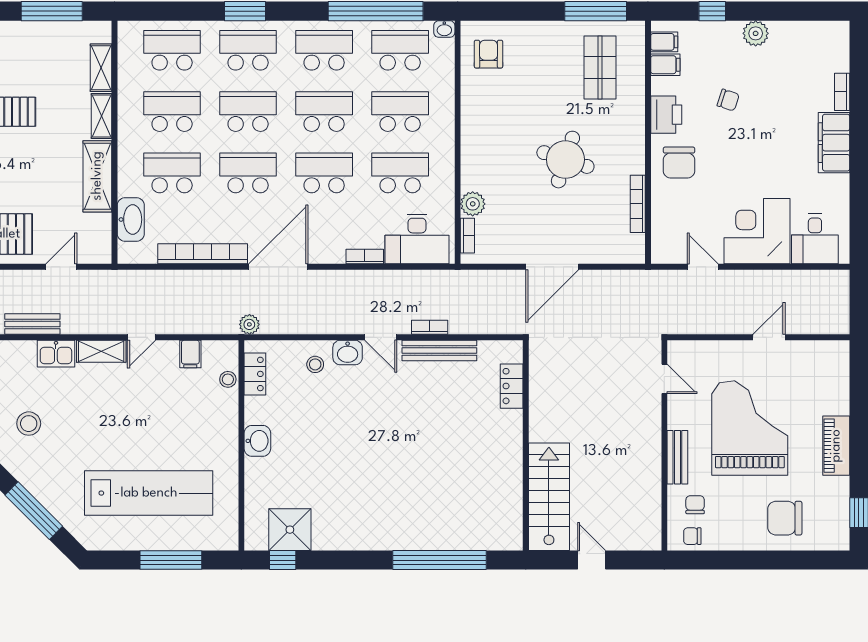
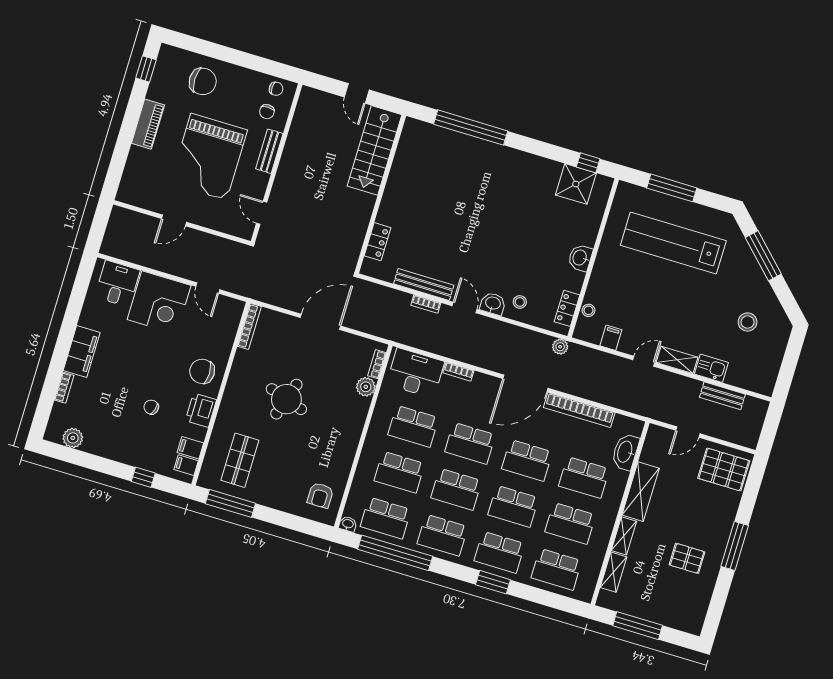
plant: (756, 33) -> (73, 438), moved
chair: (679, 163) -> (202, 371), turned -90
bookcase: (638, 204) -> (249, 326), moved

